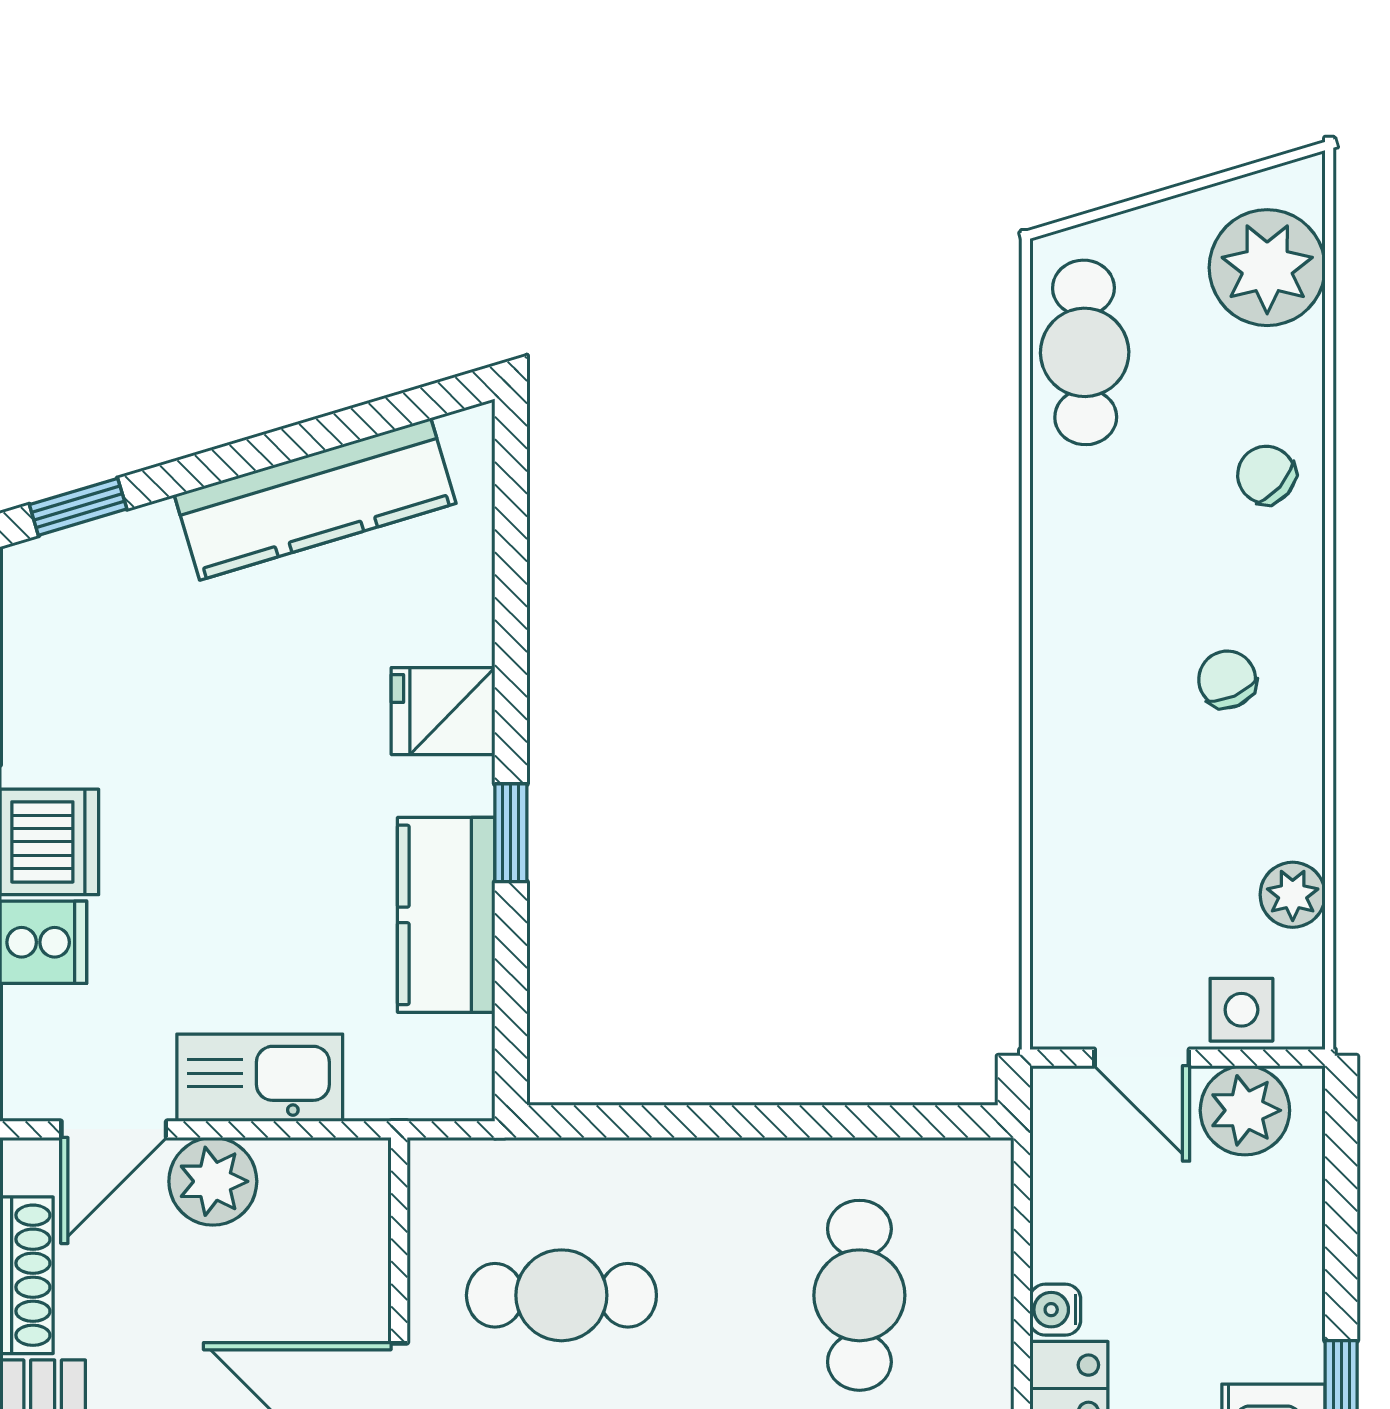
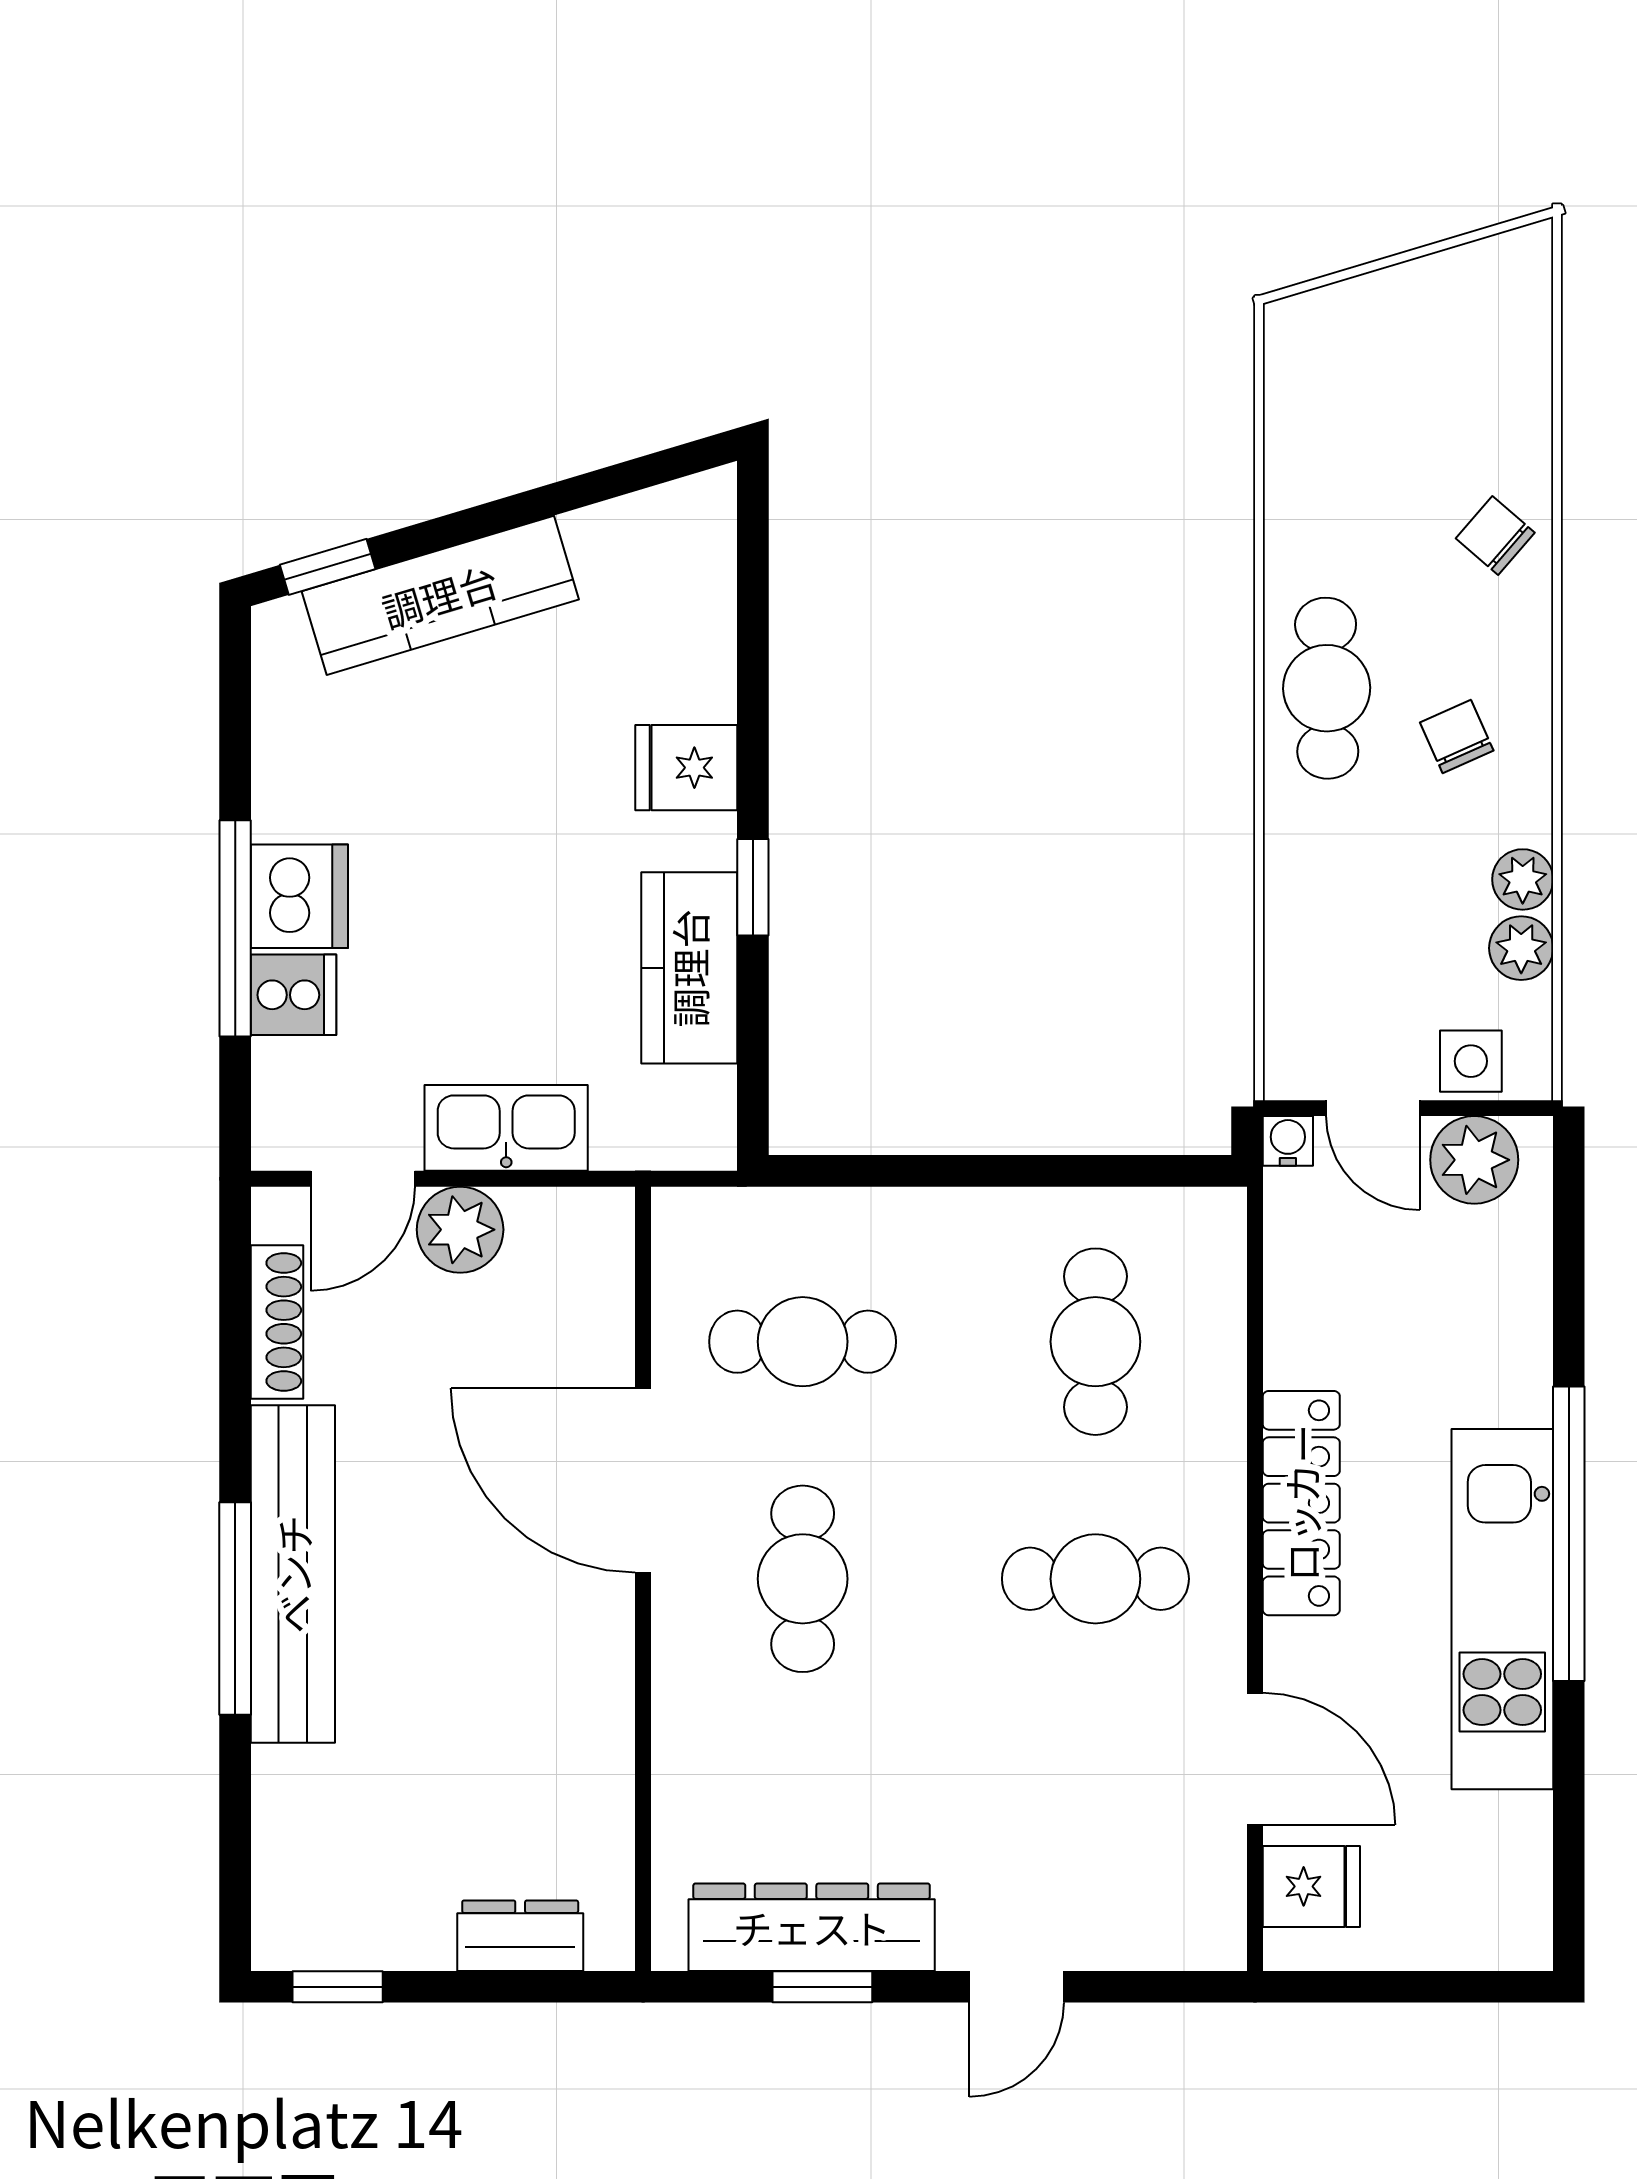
plant: (1267, 268) -> (1523, 879), moved, width x0.53, depth x0.53
cafe table: (1085, 352) -> (1327, 688), moved
kitchen counter: (315, 499) -> (440, 595), moved
water cooler: (1055, 1310) -> (1288, 1141), moved, turned 90

